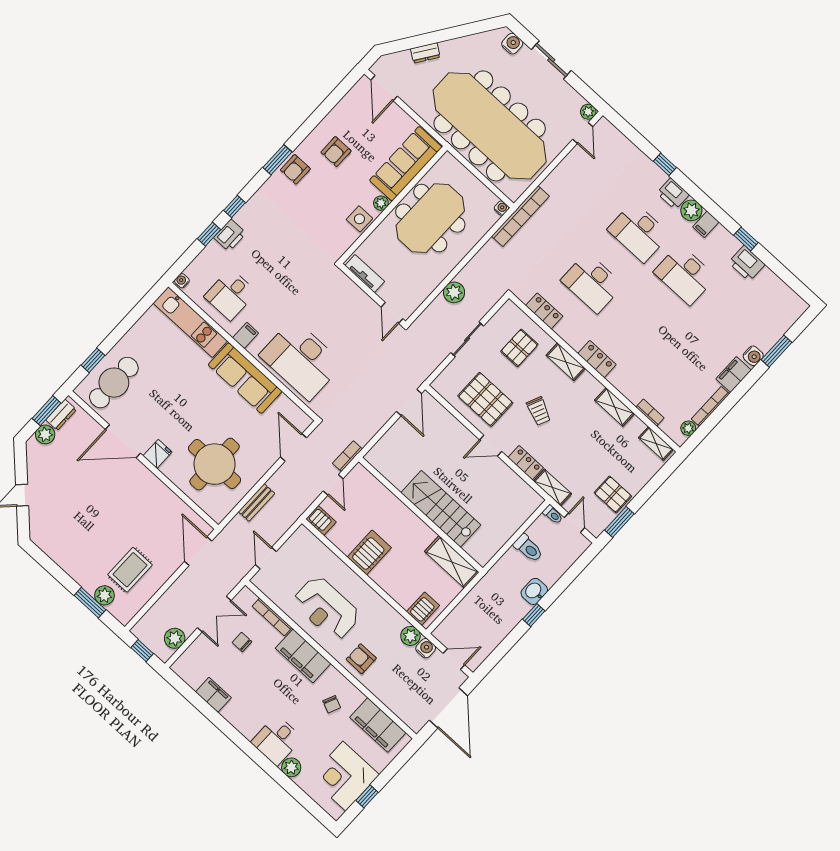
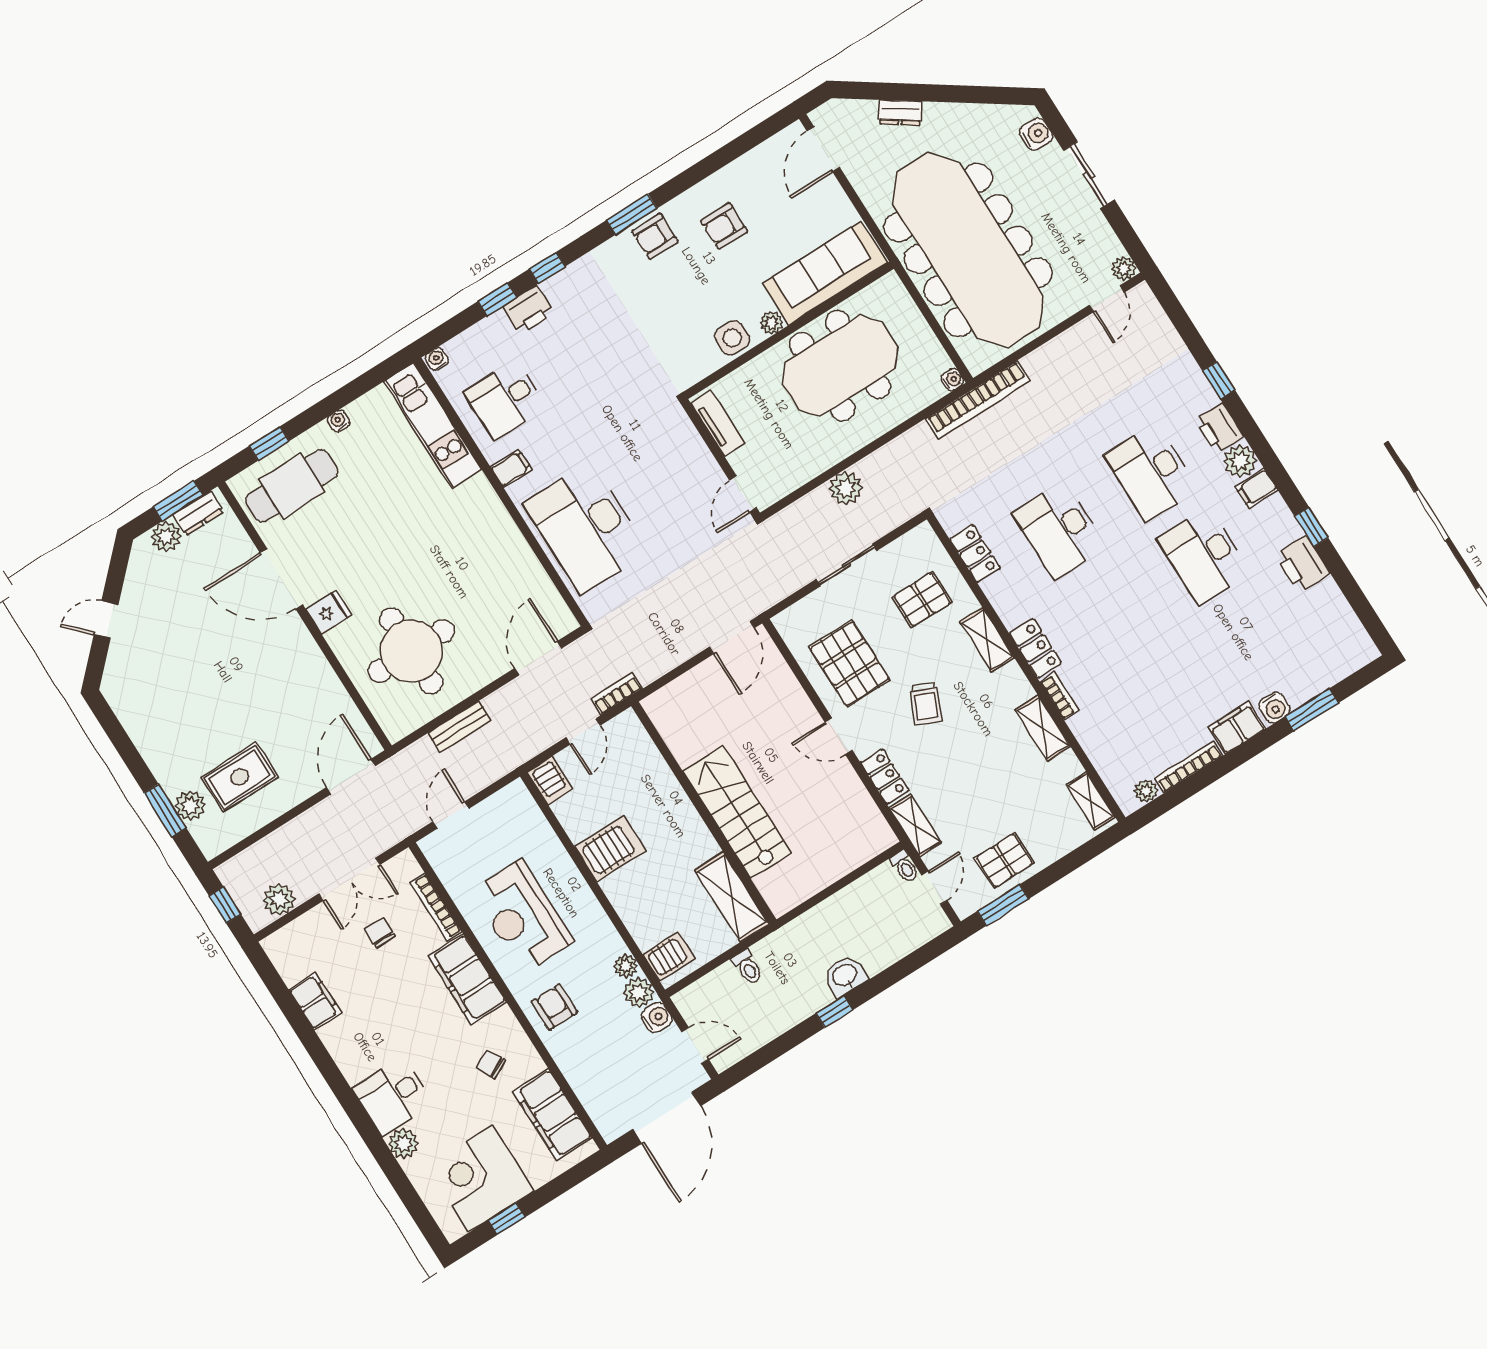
water cooler: (132, 335) -> (339, 421), added
sofa: (245, 378) -> (493, 533), removed
bookcase: (650, 413) -> (1059, 696), moved
pallet: (613, 494) -> (1004, 861), turned 90
toilet: (528, 548) -> (748, 967), moved, width x0.73, depth x0.72
plant: (398, 622) -> (626, 966), added
chair: (332, 704) -> (491, 1064), turned 129

